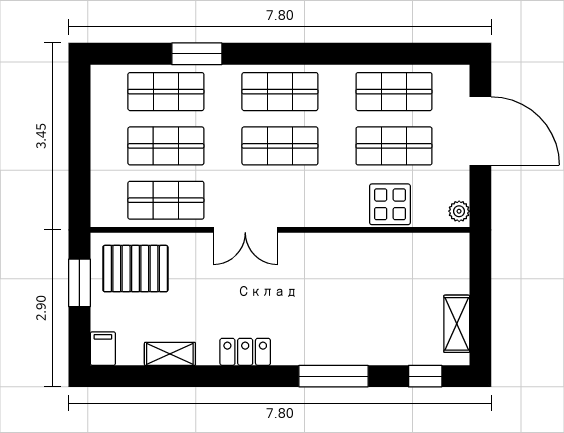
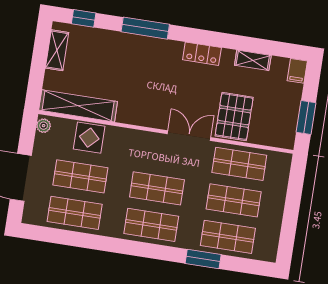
shelving: (413, 248) -> (78, 106), added
pallet: (135, 269) -> (234, 117), moved, turned 90

